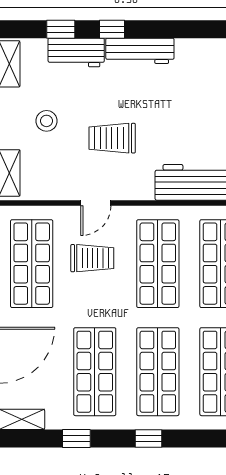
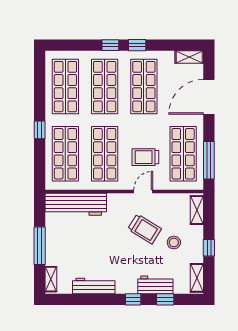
workbench: (140, 51) -> (94, 286), moved
trolley: (112, 138) -> (145, 229), moved, turned 32
window: (76, 438) -> (137, 45), moved

